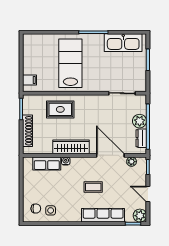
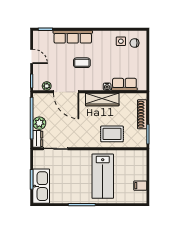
kitchen sink: (123, 43) -> (41, 186), moved, turned 90
filing cabinet: (29, 80) -> (140, 186), moved
dresser: (141, 138) -> (38, 139), moved
plant: (140, 216) -> (39, 37), removed

